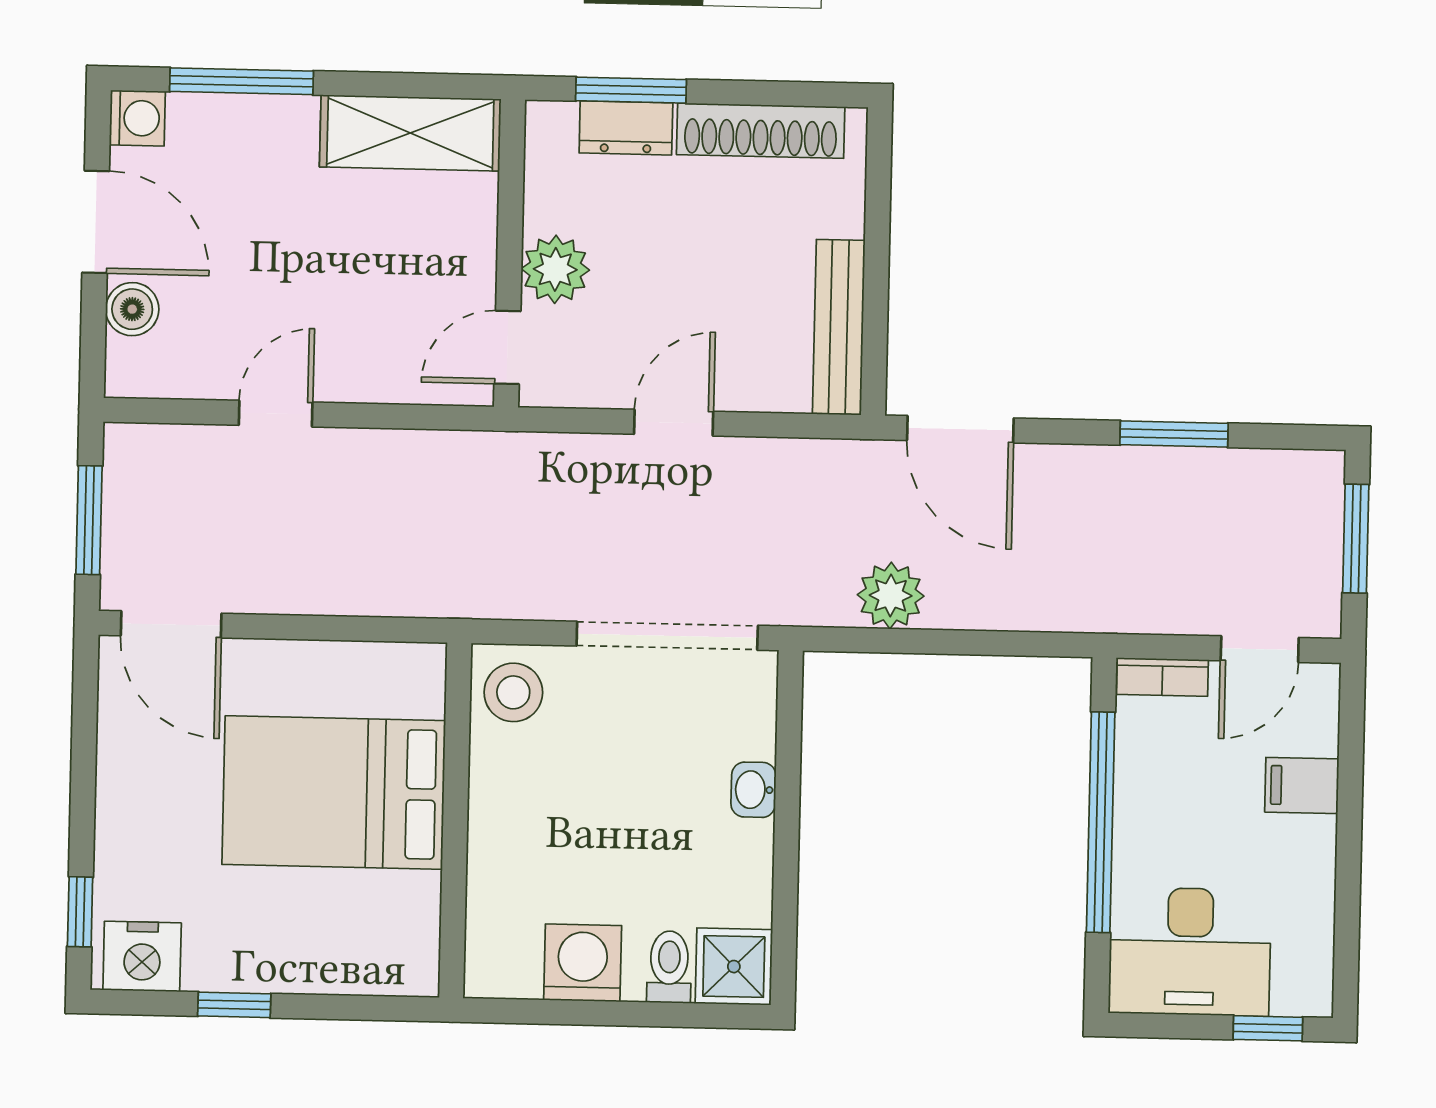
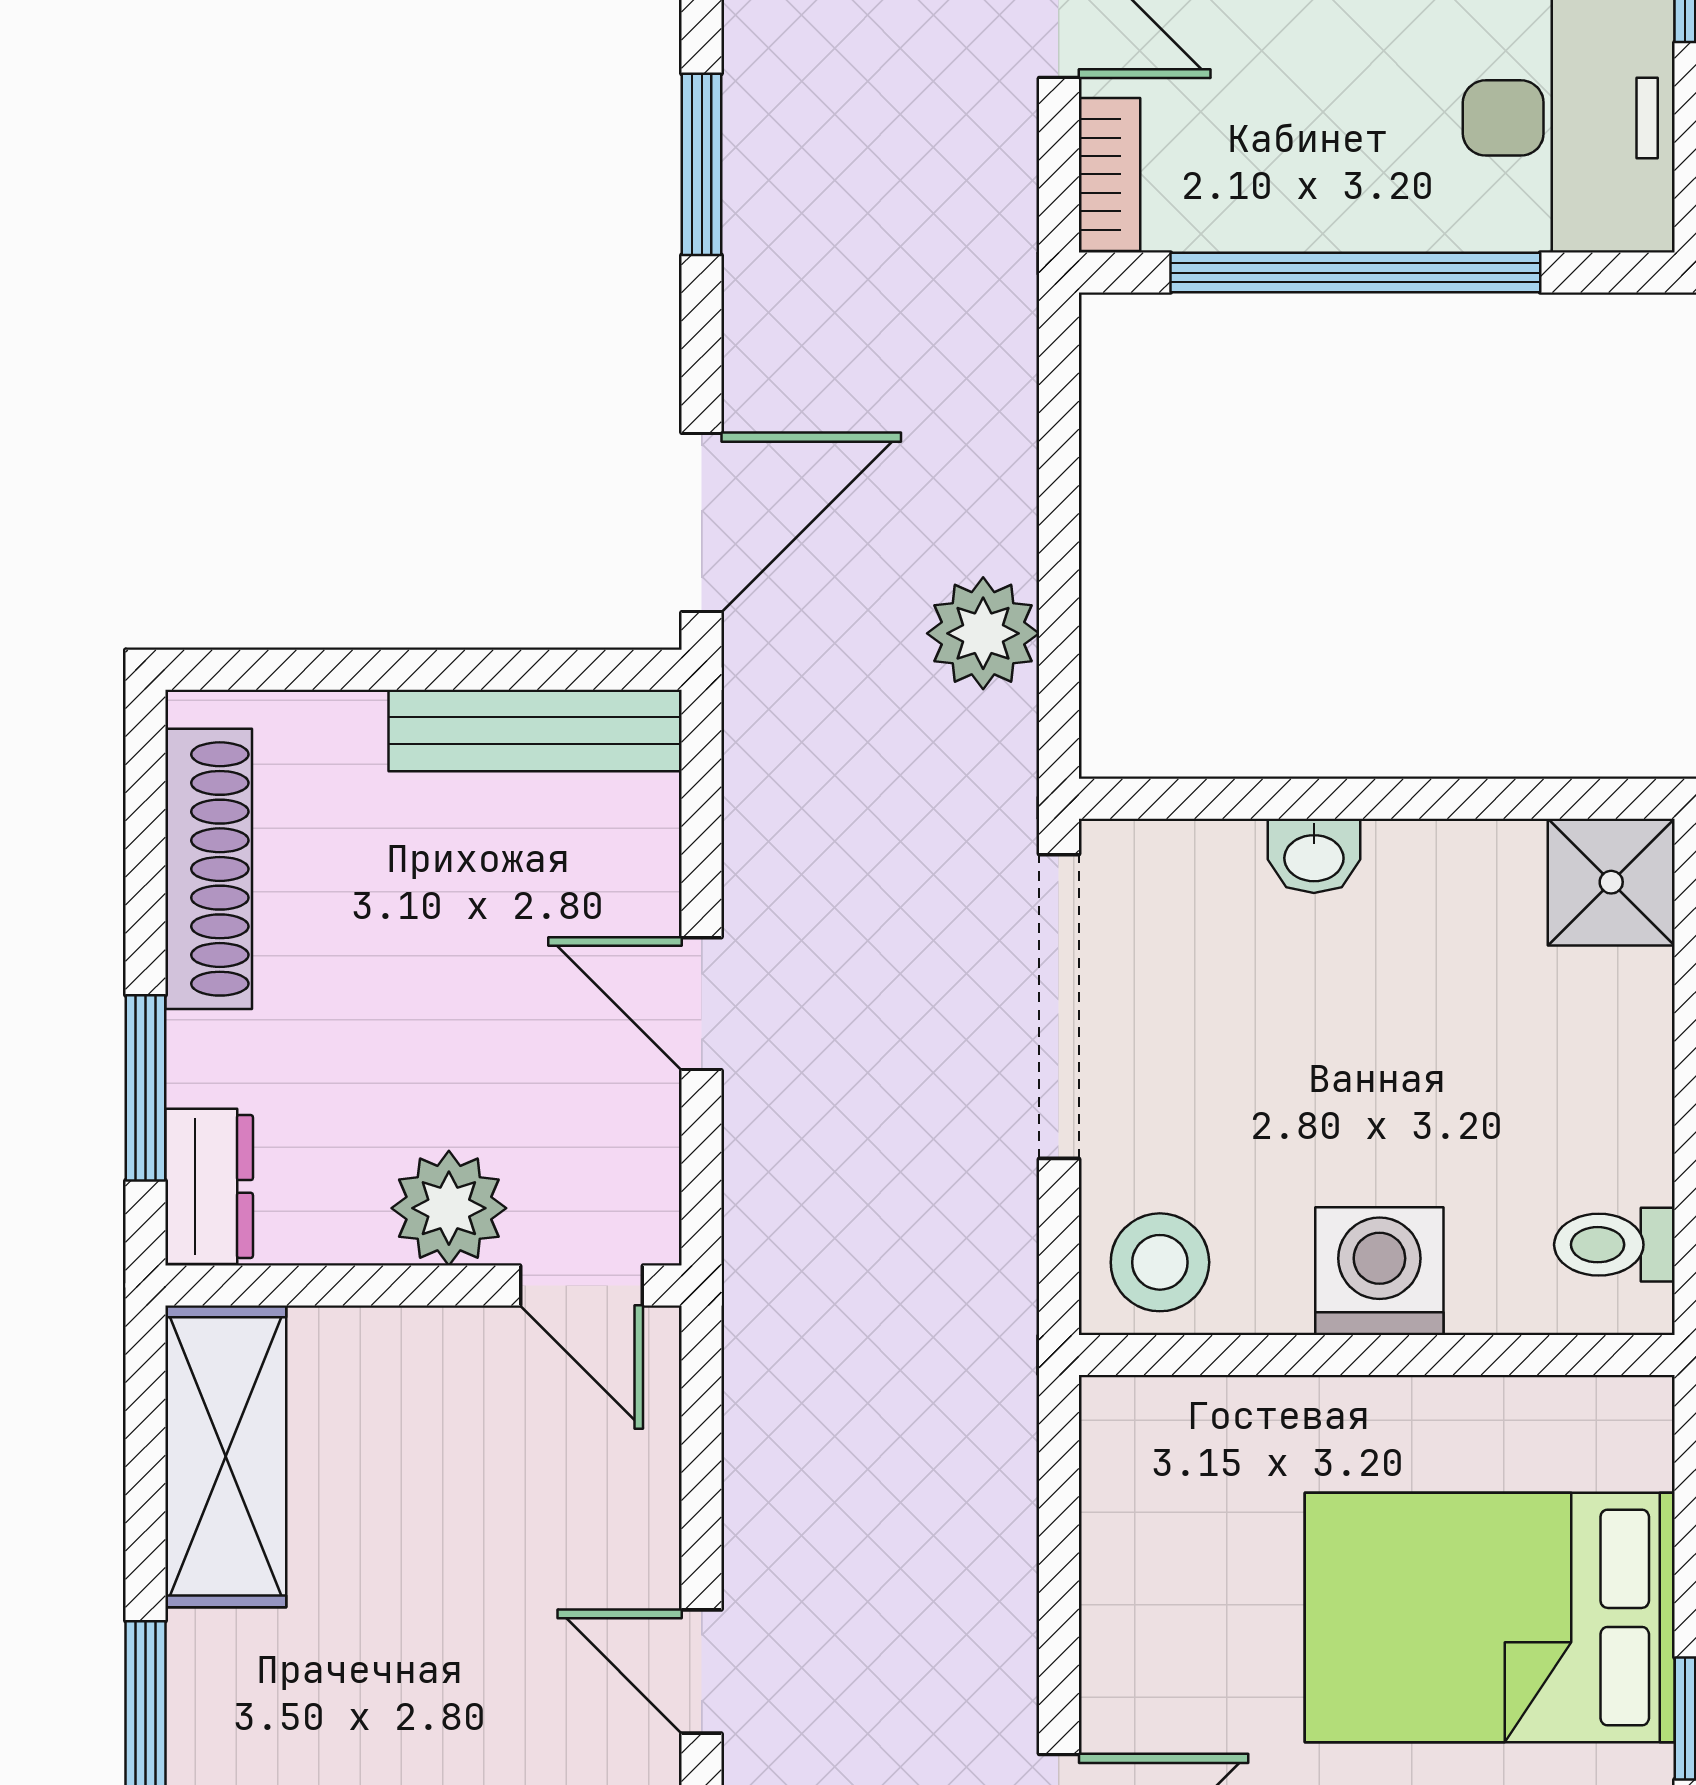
dresser: (626, 128) -> (209, 1186), moved
bed: (334, 793) -> (1490, 1617), moved, turned 90
washing machine: (583, 963) -> (1379, 1271), moved, turned 90
toilet: (669, 967) -> (1614, 1245), moved

